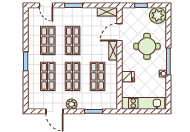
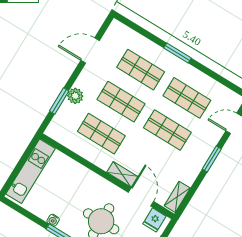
fridge: (128, 77) -> (154, 220), moved
plant: (72, 104) -> (75, 96), moved

